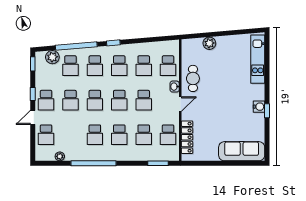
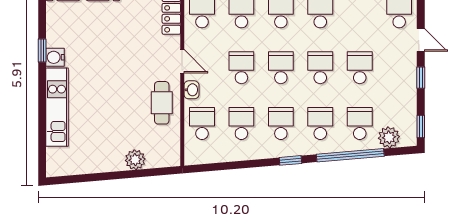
kitchen unit: (258, 59) -> (57, 107), moved
school desk: (46, 100) -> (399, 68), removed
door: (180, 104) -> (182, 61), swing flipped
door: (33, 117) -> (421, 40), hinge flipped

